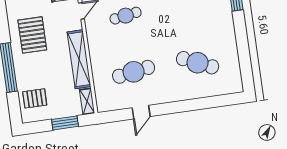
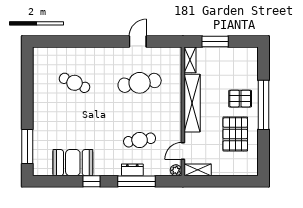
cafe table: (198, 63) -> (75, 83), width x0.73, depth x0.74
pallet: (35, 98) -> (240, 99), moved

